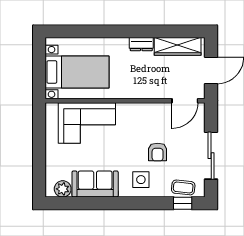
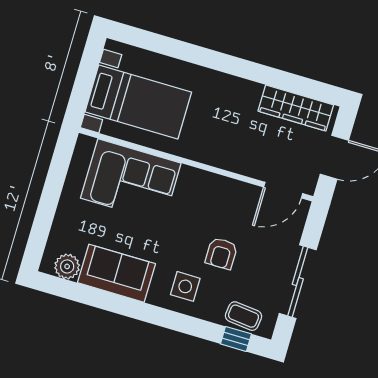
dresser: (141, 44) -> (244, 89), removed

